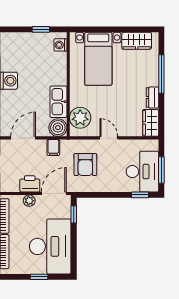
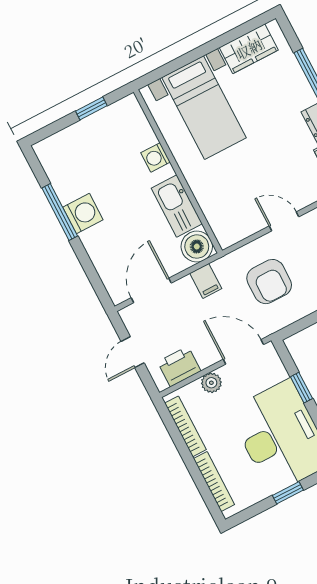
washing machine: (60, 45) -> (156, 157), moved
plant: (80, 118) -> (223, 213), removed
printer: (30, 184) -> (179, 366), moved
door: (54, 193) -> (243, 352), hinge flipped
window: (74, 214) -> (301, 388), moved

